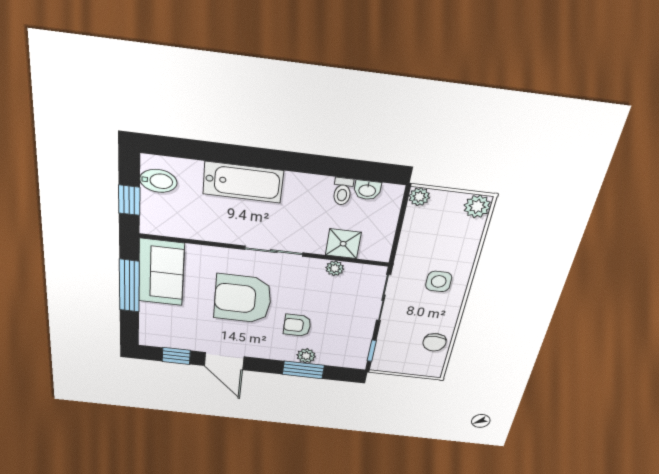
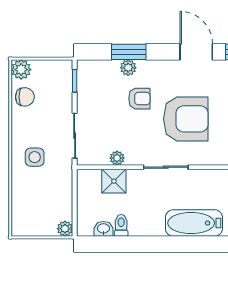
plant: (477, 206) -> (21, 70), moved
chair: (434, 342) -> (25, 97), turned 90

